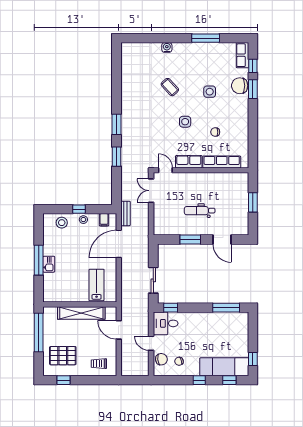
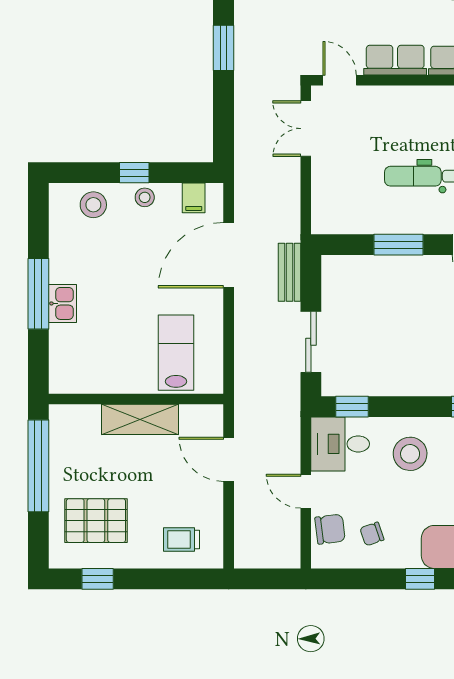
bench: (126, 213) -> (289, 272), moved
shelving: (81, 313) -> (140, 419), width x0.68
stool: (195, 328) -> (410, 454), added

